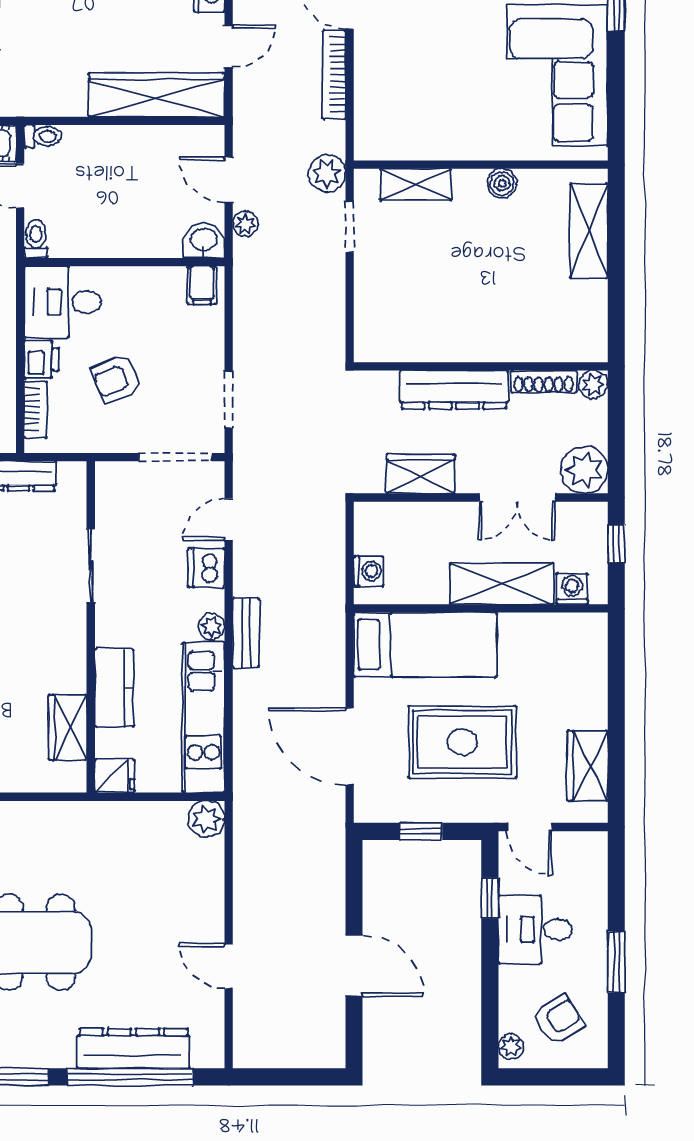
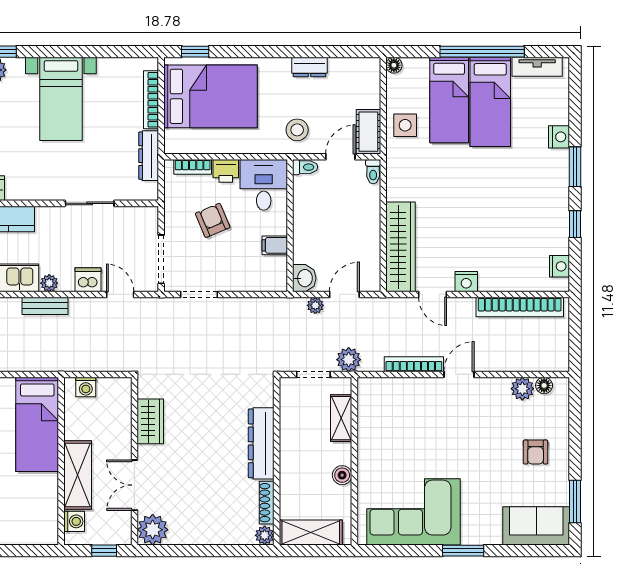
filing cabinet: (202, 285) -> (275, 245), moved
wall: (481, 366) -> (277, 461), moved
shoe rack: (544, 381) -> (267, 503), moved
plant: (593, 385) -> (265, 535), moved
dresser: (454, 390) -> (261, 443), moved

